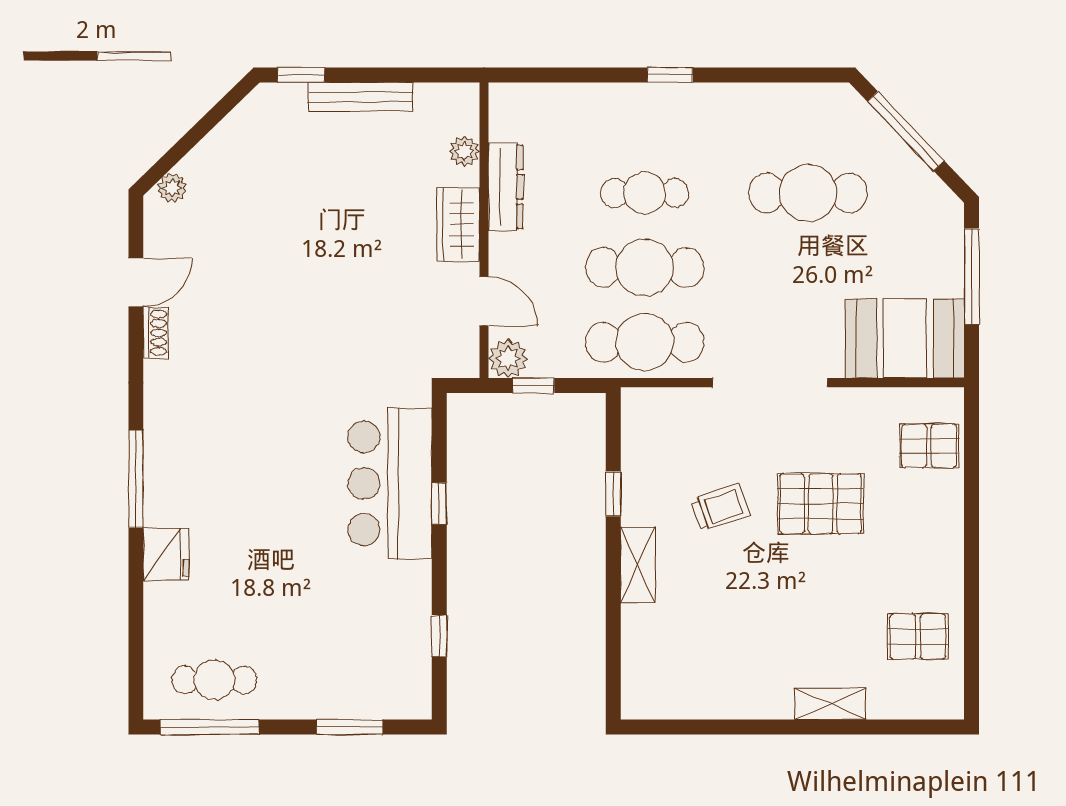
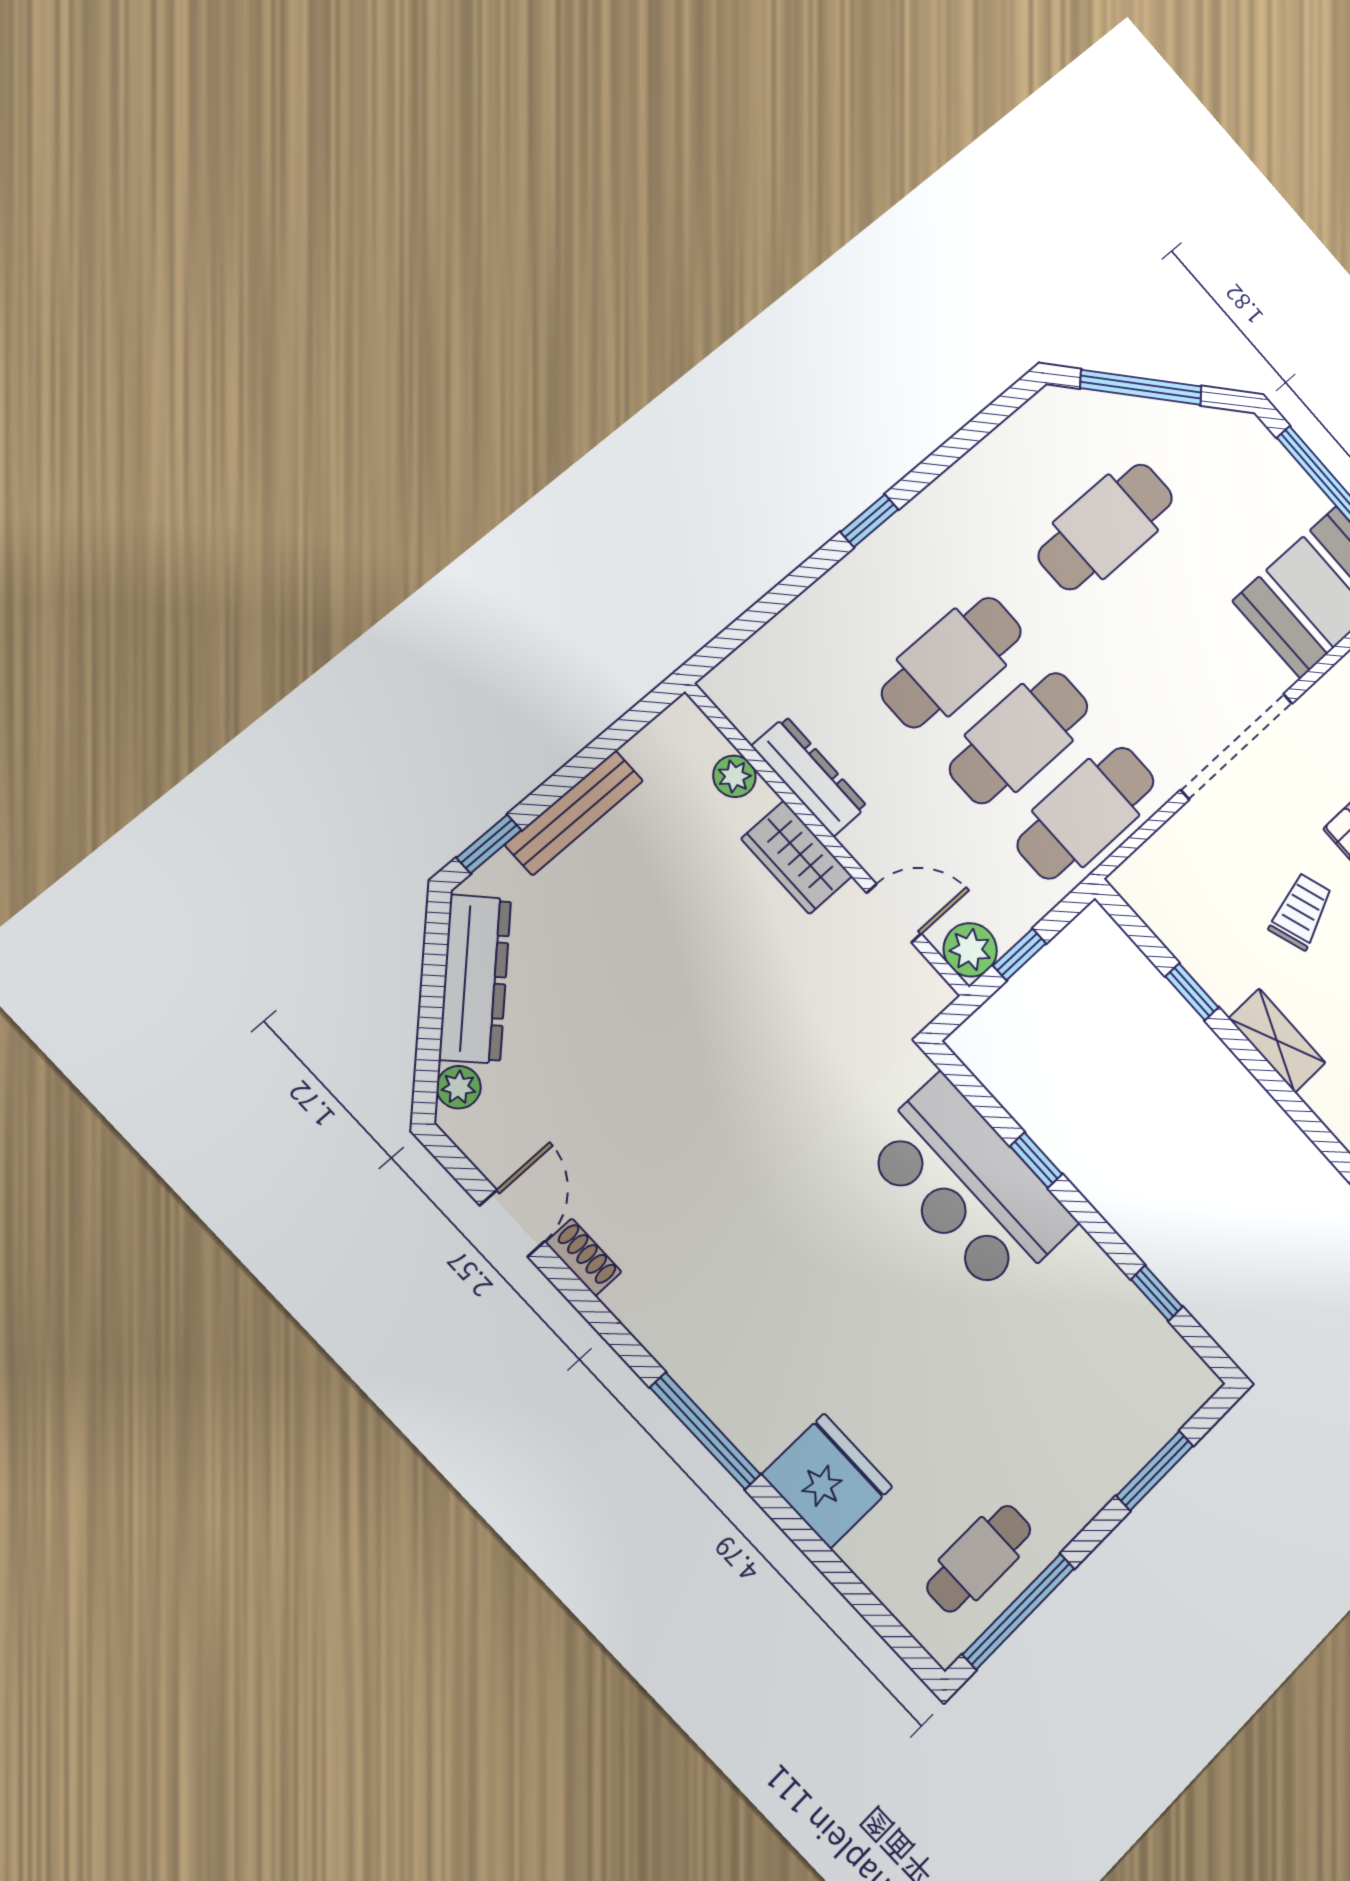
dresser: (230, 139) -> (475, 979), added
cafe table: (645, 193) -> (952, 662), width x1.37, depth x1.35
fridge: (166, 554) -> (827, 1481), width x1.36, depth x1.34

